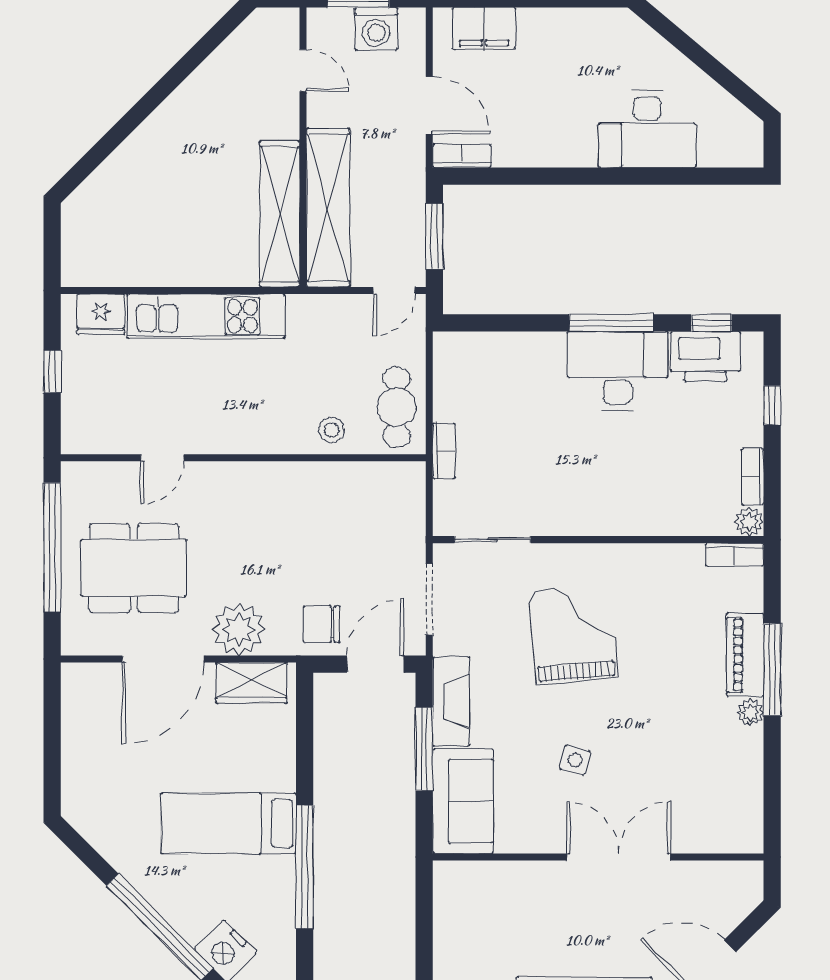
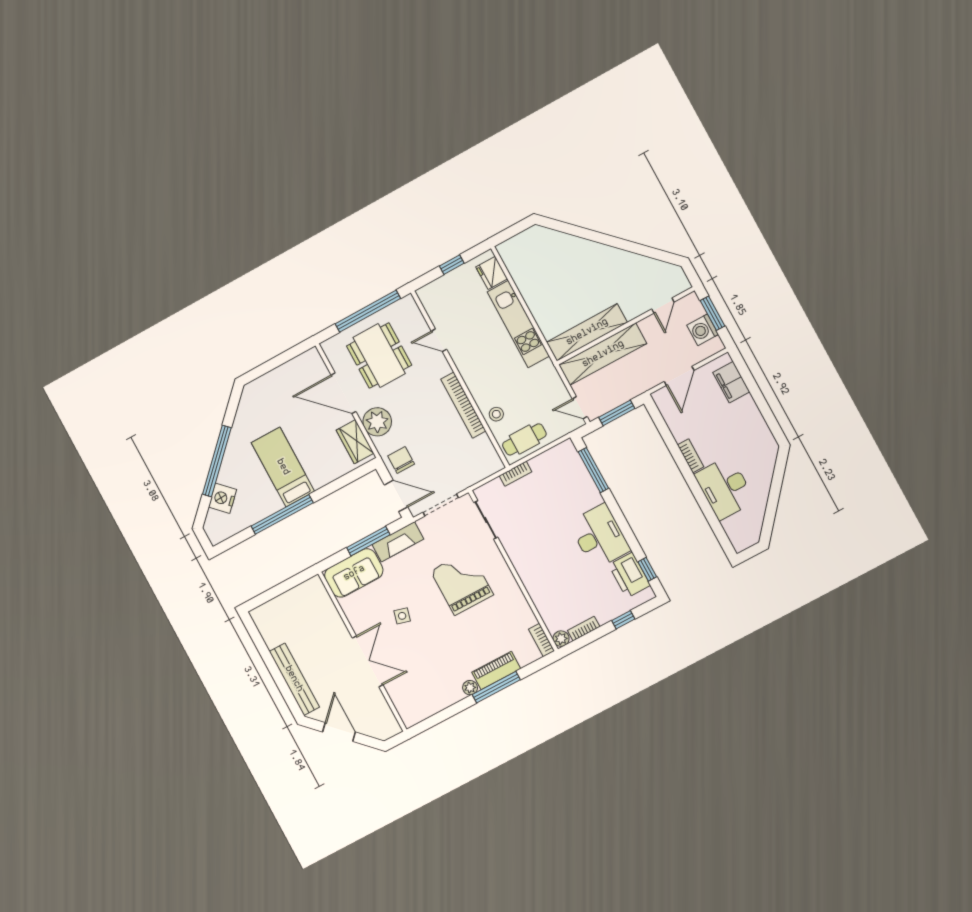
bookcase: (462, 156) -> (691, 456), moved
window: (611, 323) -> (593, 470), moved
bookcase: (288, 475) -> (463, 405), added
grand piano: (573, 633) -> (462, 583), turned -85

